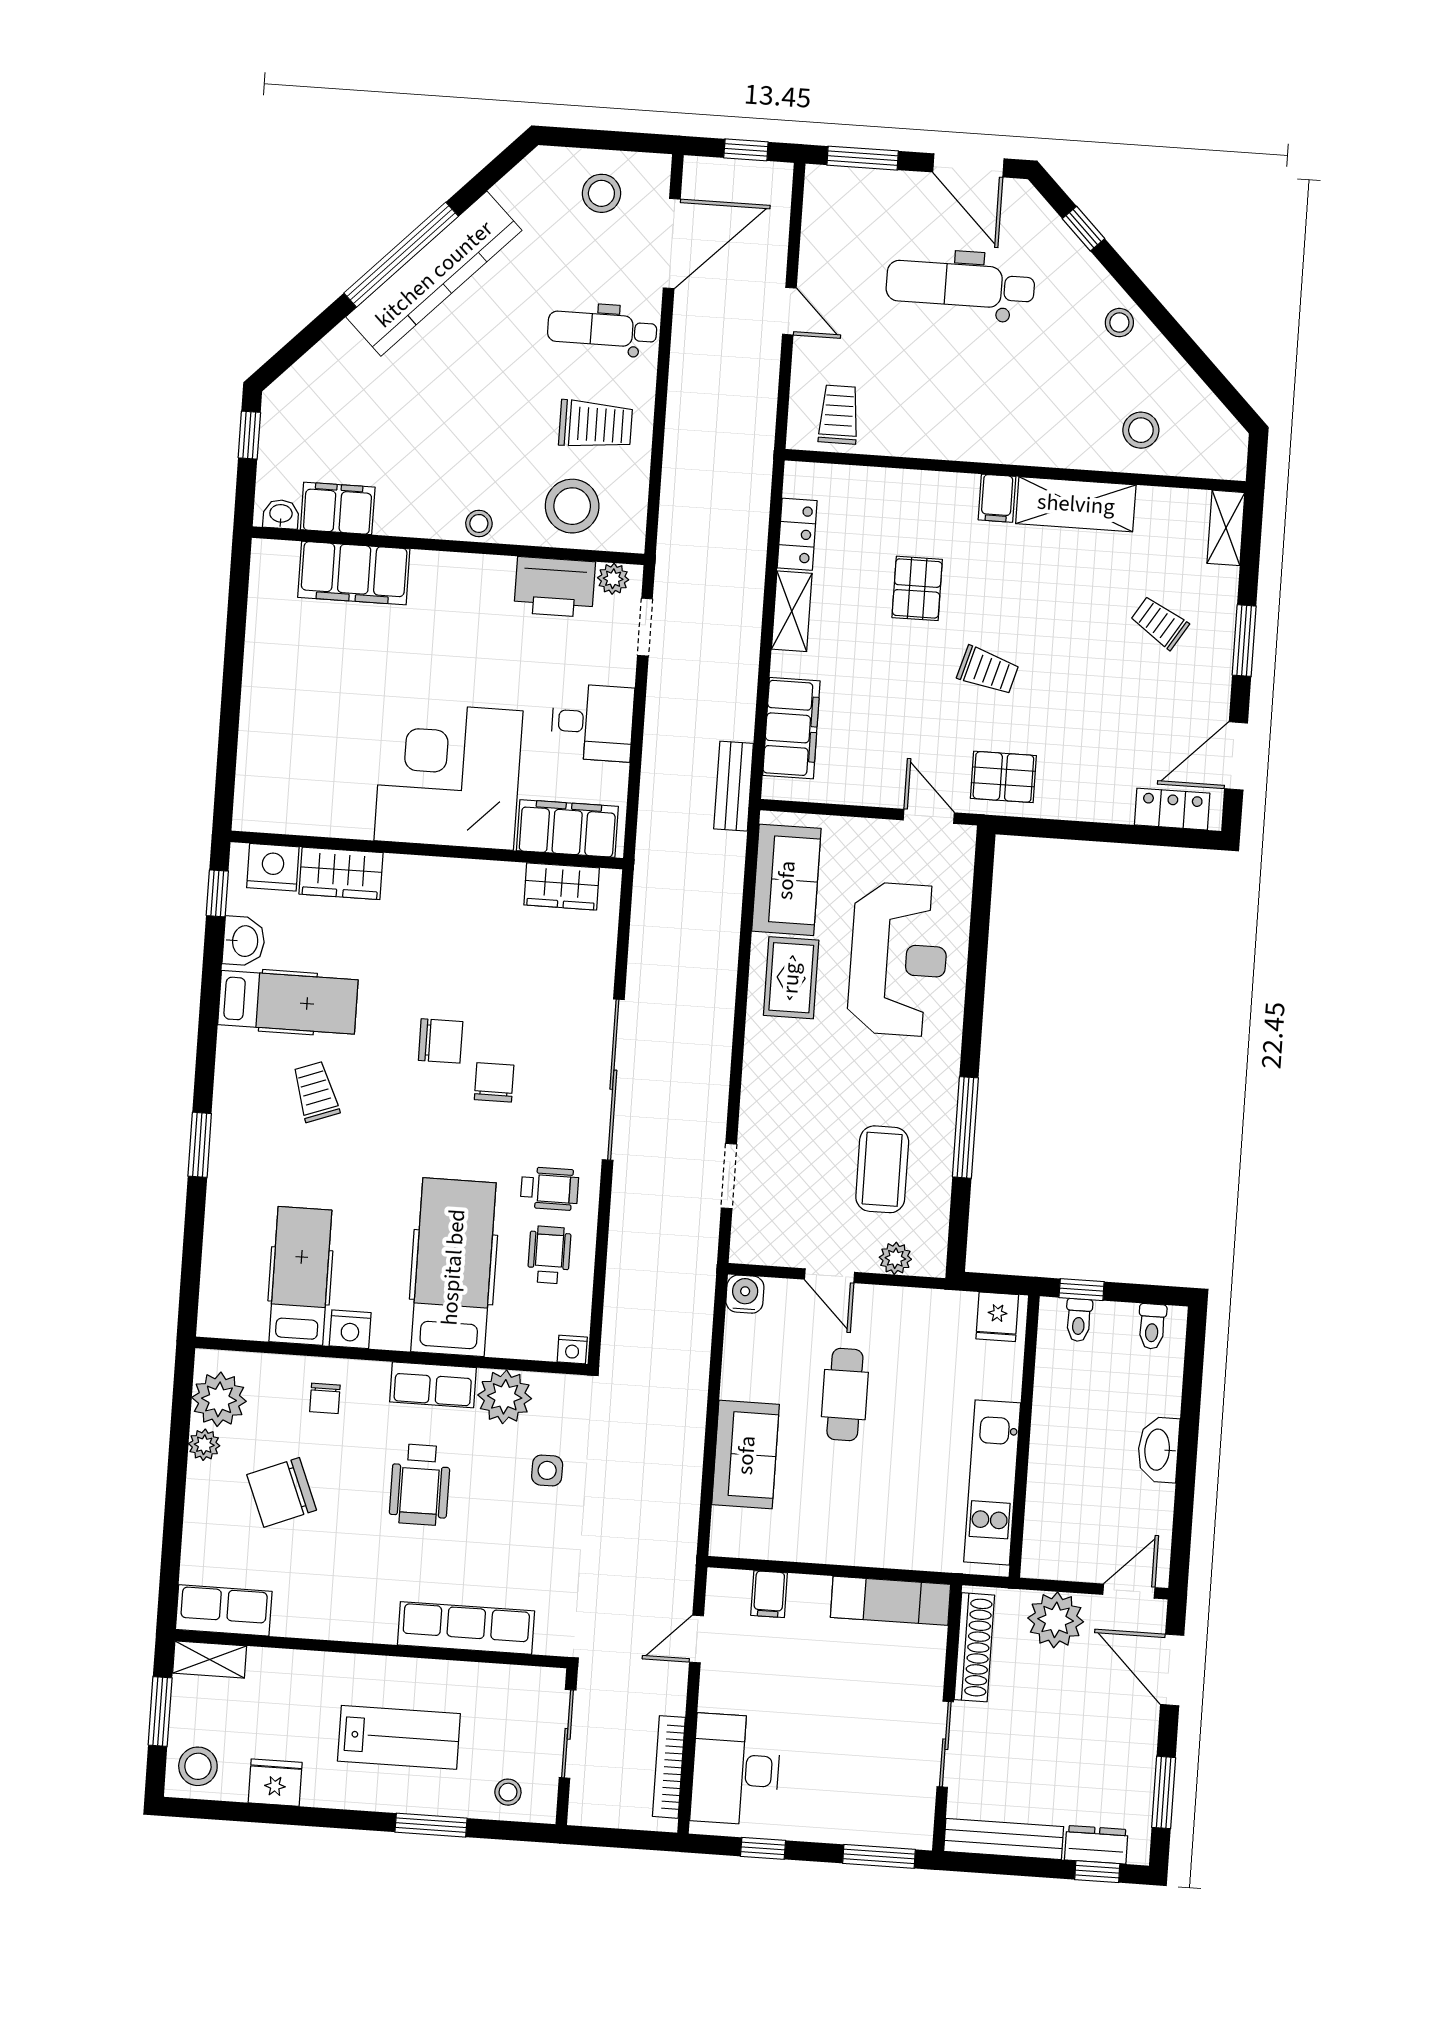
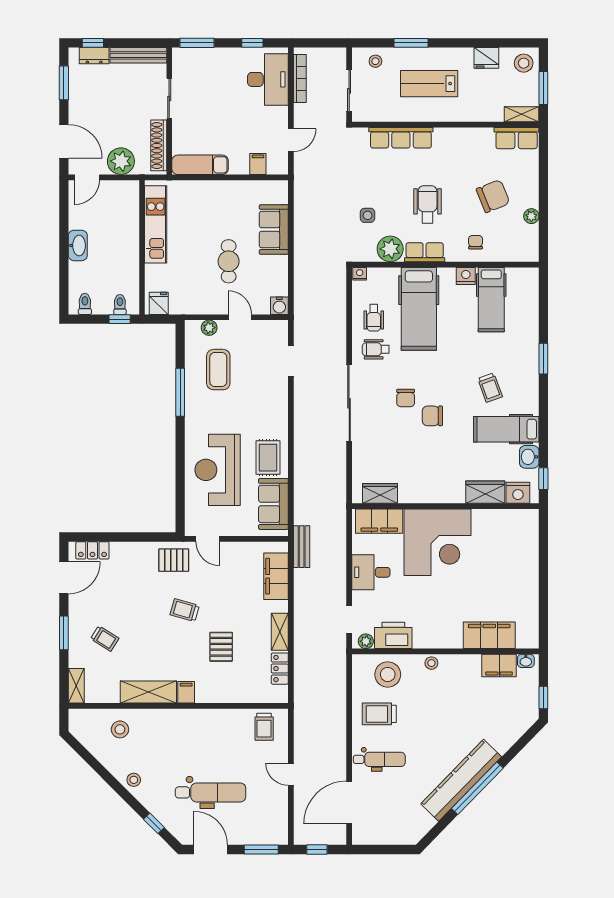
stool: (601, 193) -> (384, 824), removed
plant: (219, 1399) -> (526, 238), removed

